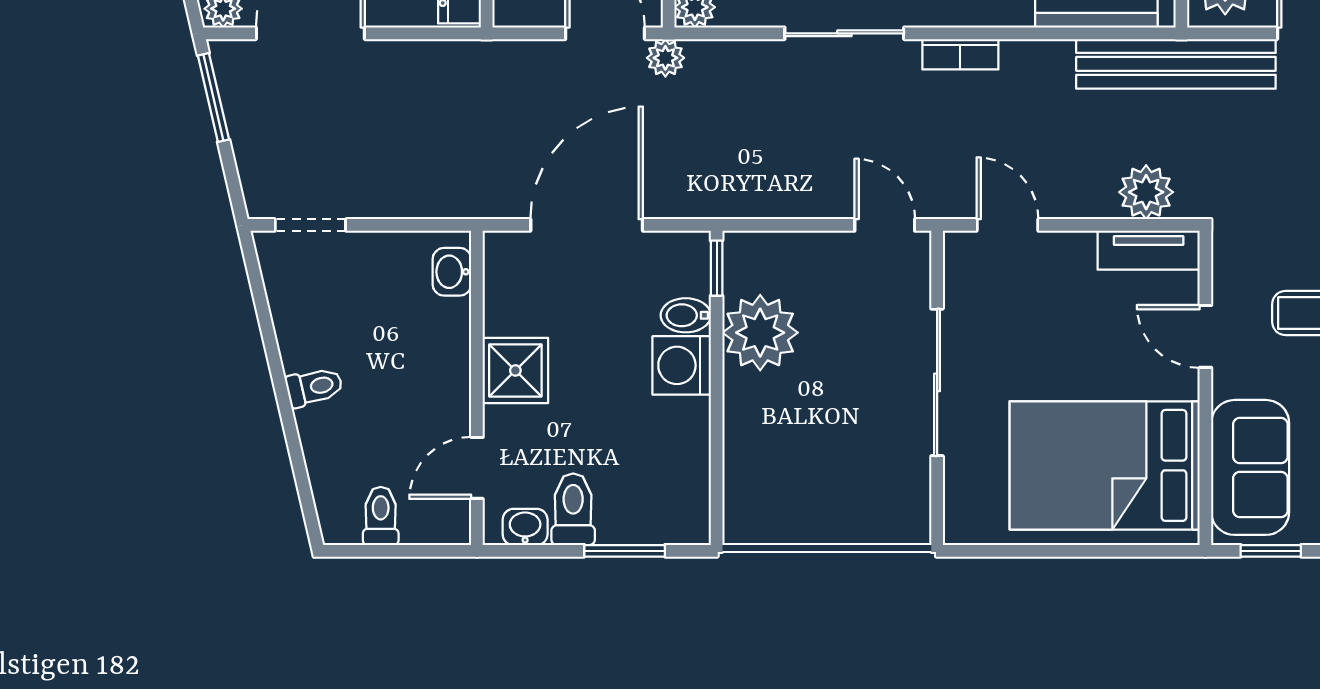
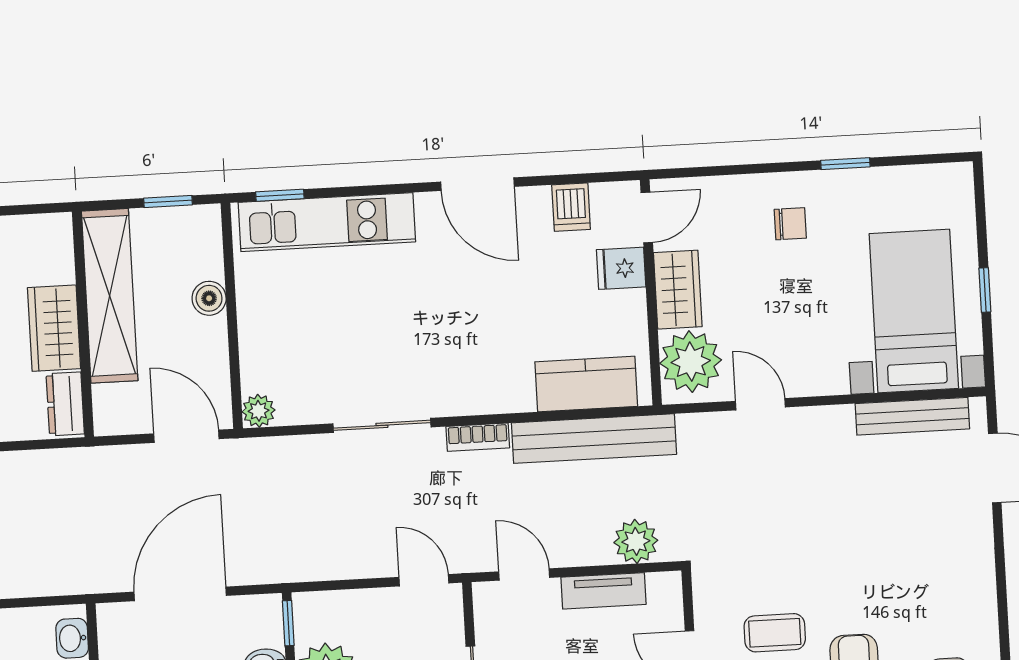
plant: (665, 58) -> (237, 454), removed
bench: (1176, 64) -> (594, 439), moved
tv unit: (1149, 250) -> (603, 591), moved

